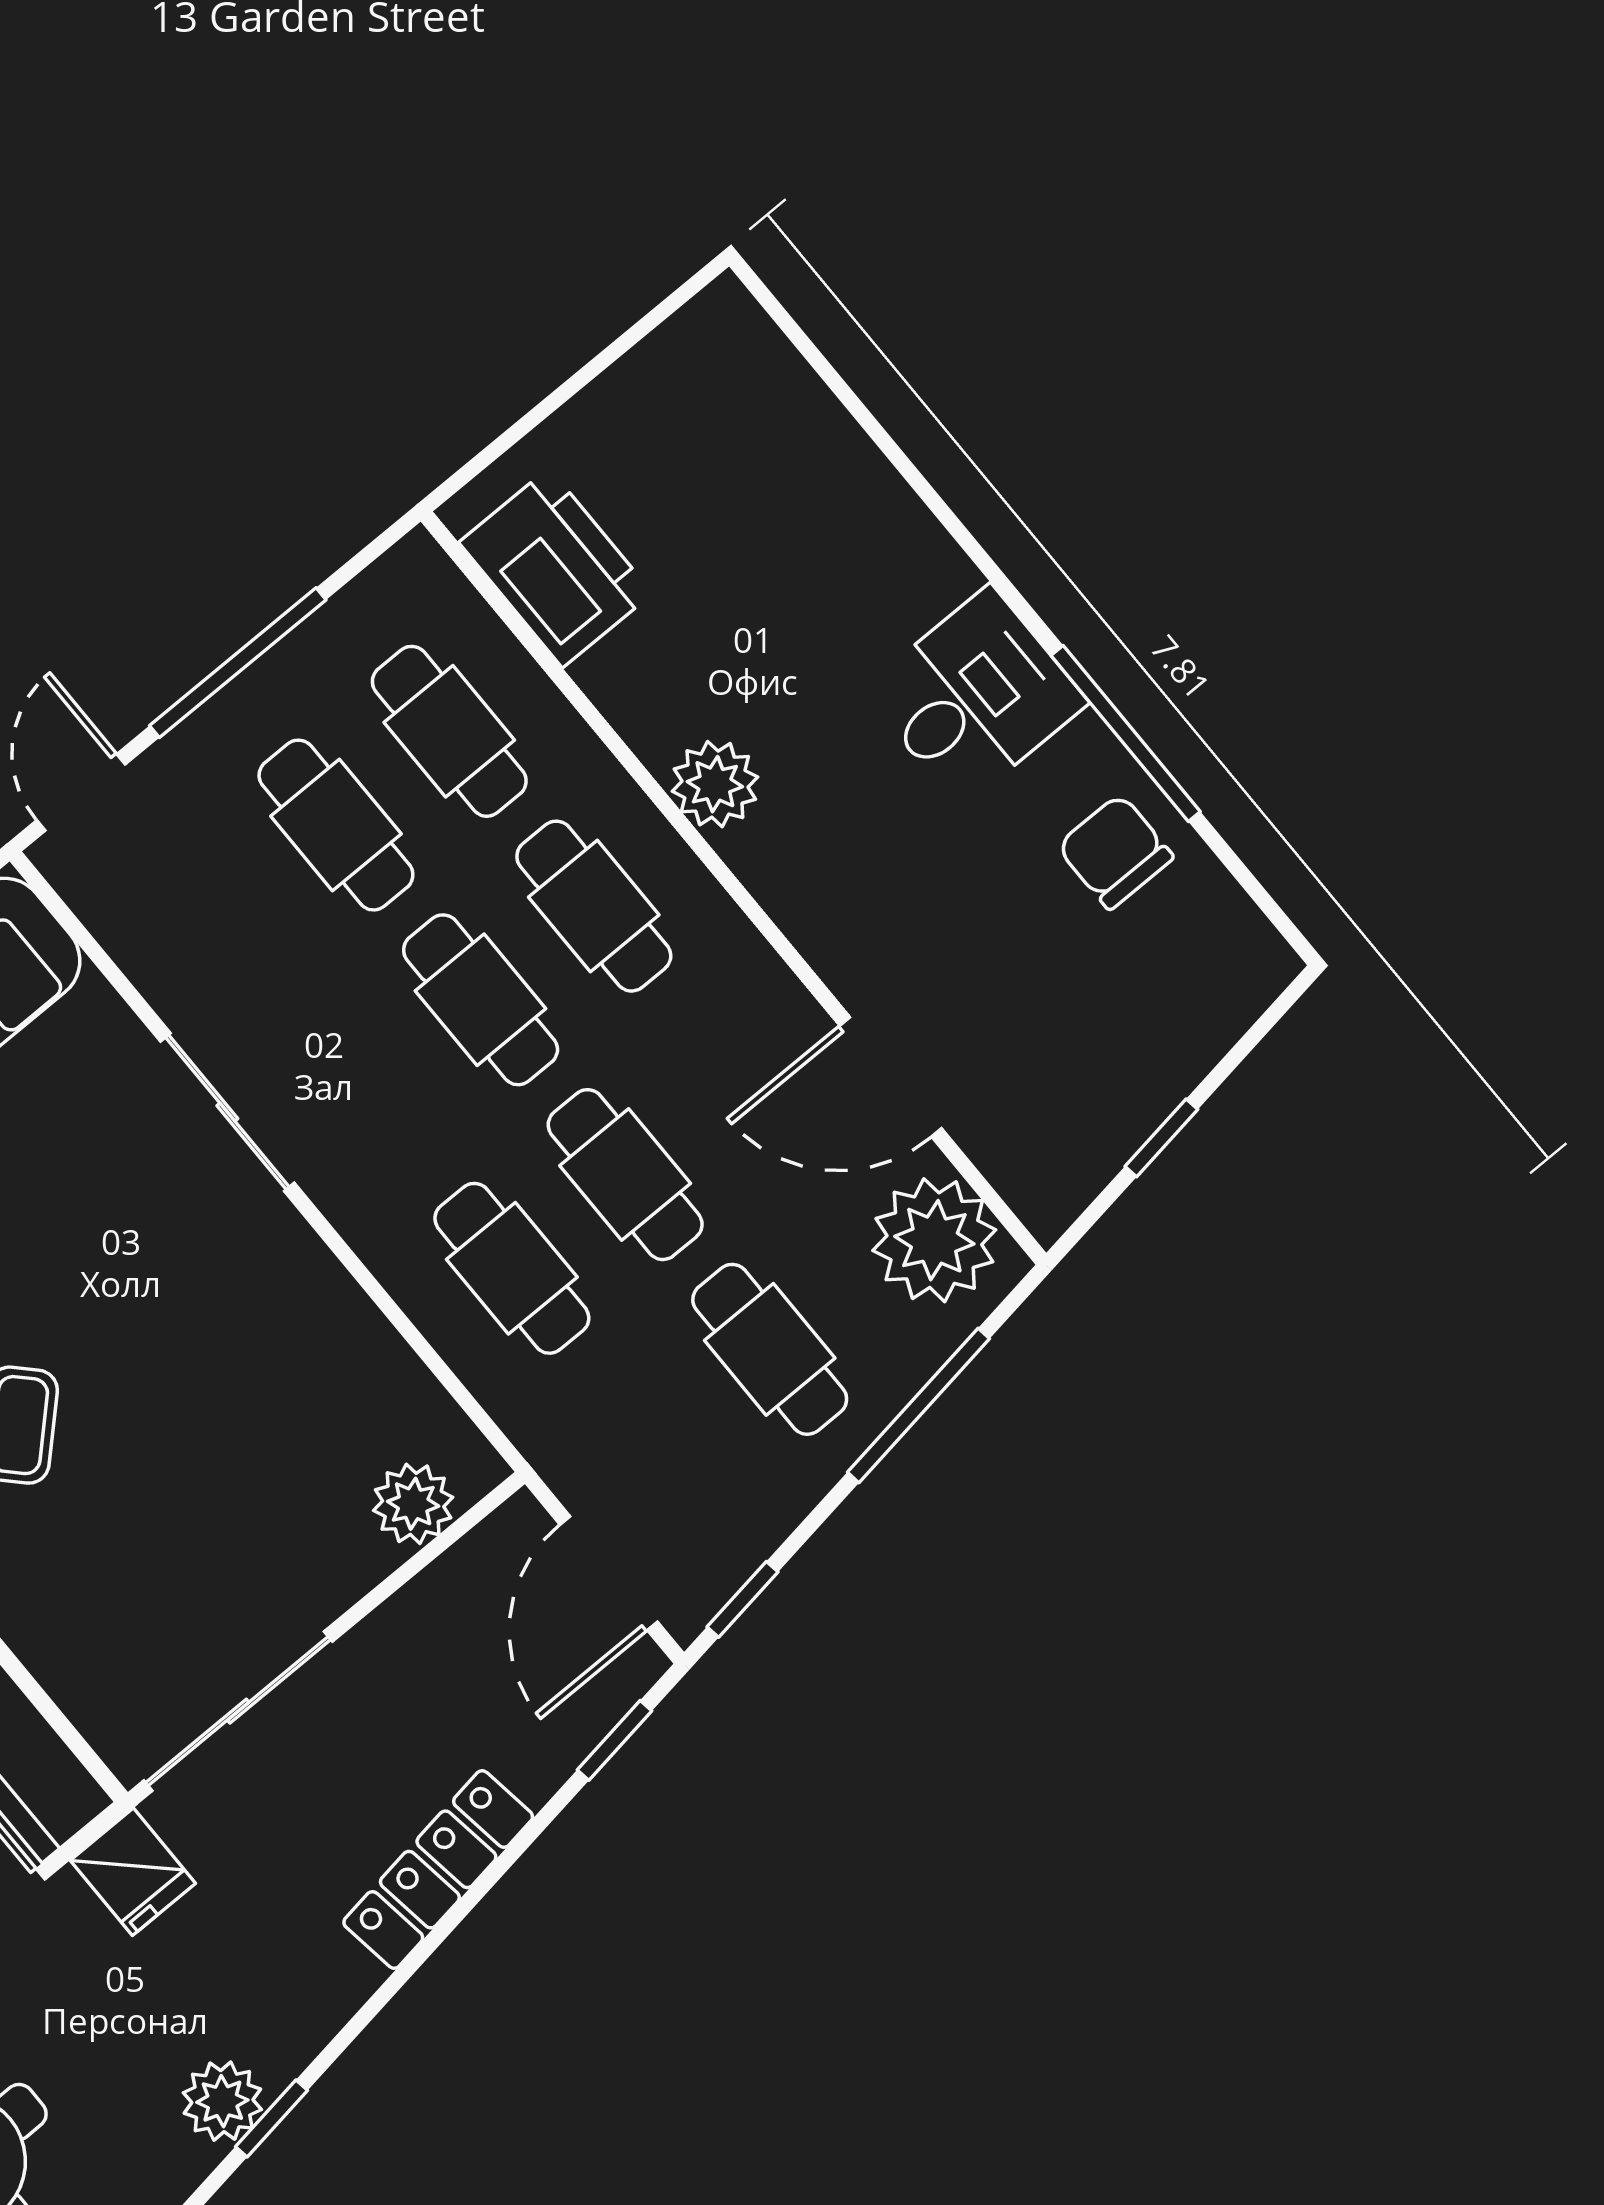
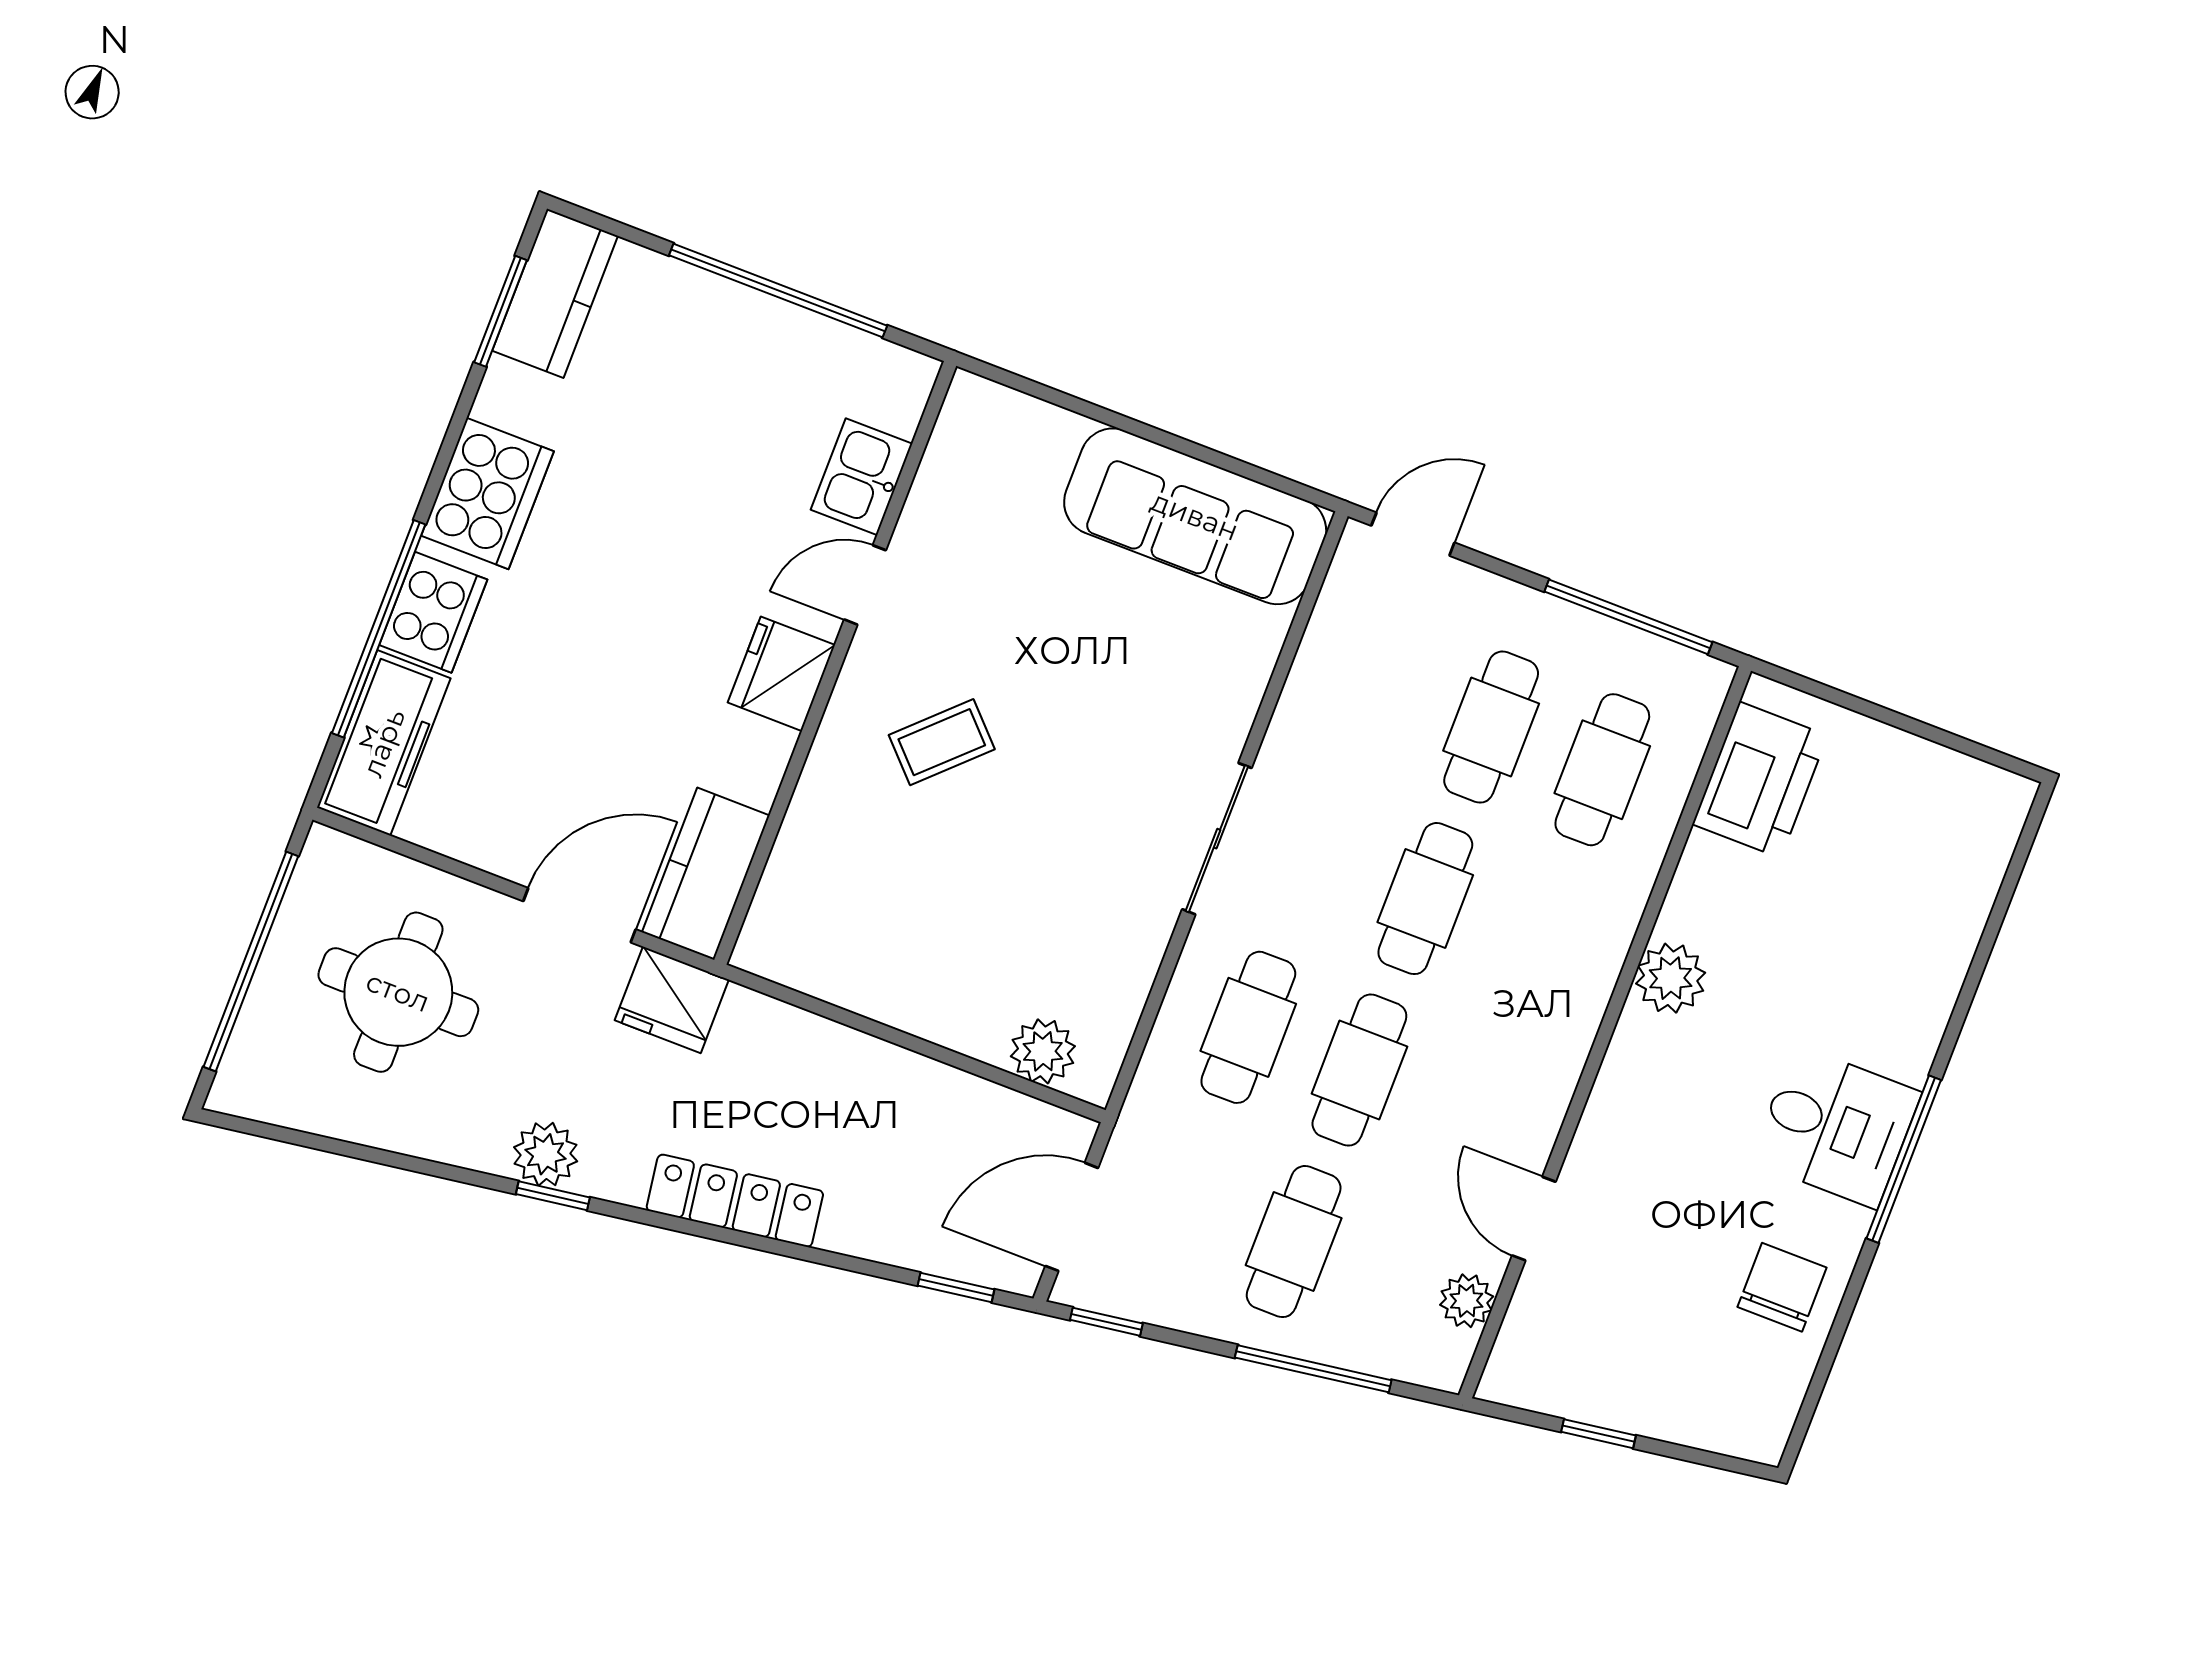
window: (238, 663) -> (1628, 617), moved
window: (1126, 733) -> (1904, 1159), moved
cafe table: (594, 906) -> (1536, 941), removed
door: (891, 1077) -> (1534, 1219), width x0.73
sliding door: (227, 1112) -> (1217, 839), moved
plant: (934, 1240) -> (1467, 1301), width x0.53, depth x0.53
sliding door: (238, 1711) -> (827, 1010), removed
locker: (438, 1869) -> (735, 1201), moved
fridge: (133, 1872) -> (672, 1000), width x1.38

